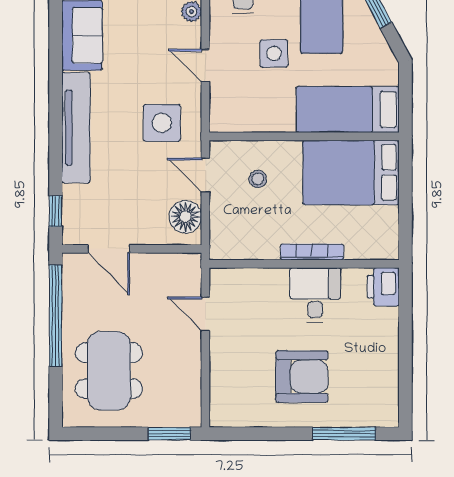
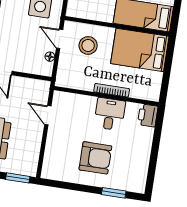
stool: (258, 179) -> (88, 45), width x1.89, depth x1.89
floor lamp: (185, 217) -> (50, 57), width x0.53, depth x0.53
window: (344, 434) -> (114, 193), width x0.69

